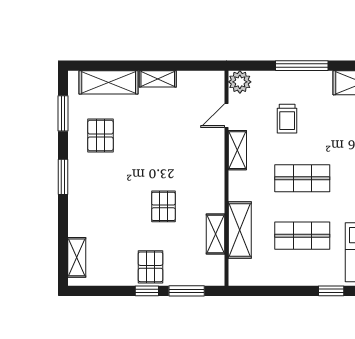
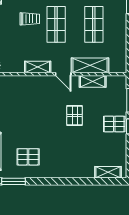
door: (226, 116) -> (63, 74), moved
trolley: (287, 119) -> (30, 19), moved
window: (63, 177) -> (55, 181), removed
pallet: (163, 206) -> (75, 115), turned 90

